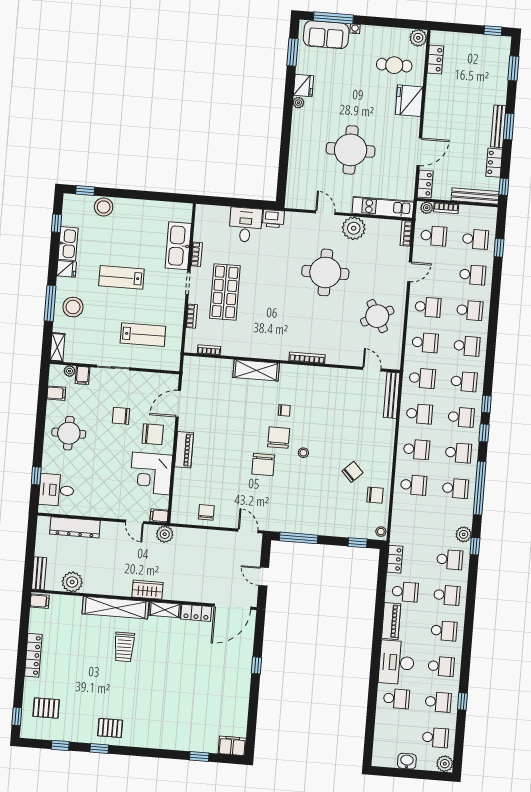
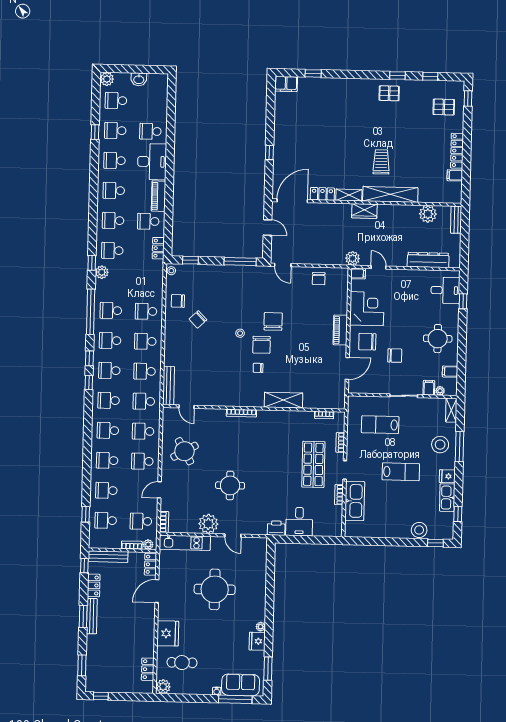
round table: (325, 272) -> (230, 485), width x0.73, depth x0.73
filing cabinet: (40, 601) -> (455, 175), moved

